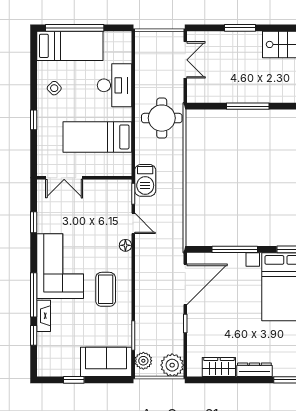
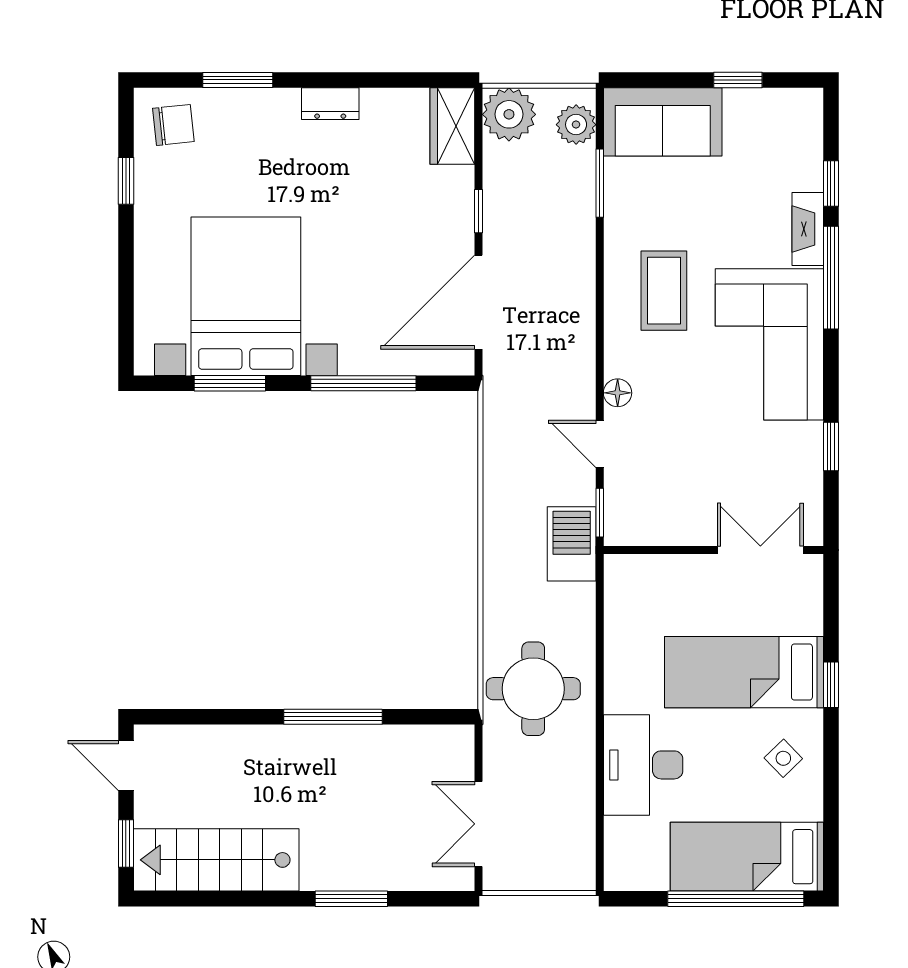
bed: (97, 137) -> (744, 672), moved, turned 180
wardrobe: (219, 367) -> (452, 126), moved, turned 90
dresser: (254, 370) -> (330, 104), width x0.70

